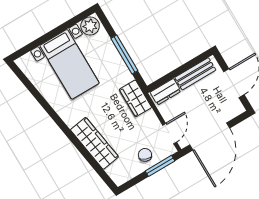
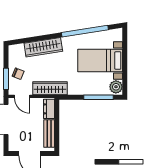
window: (124, 55) -> (98, 97), moved
wardrobe: (135, 98) -> (50, 88), width x1.50
window: (45, 104) -> (85, 31), added

